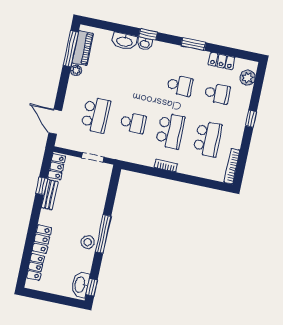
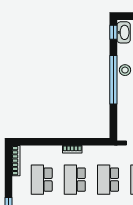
school desk: (133, 123) -> (108, 180), width x1.85
window: (103, 234) -> (113, 80), width x1.46

